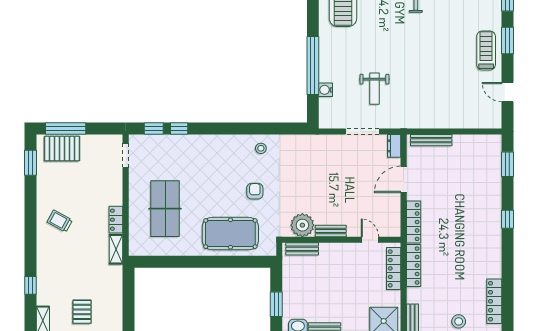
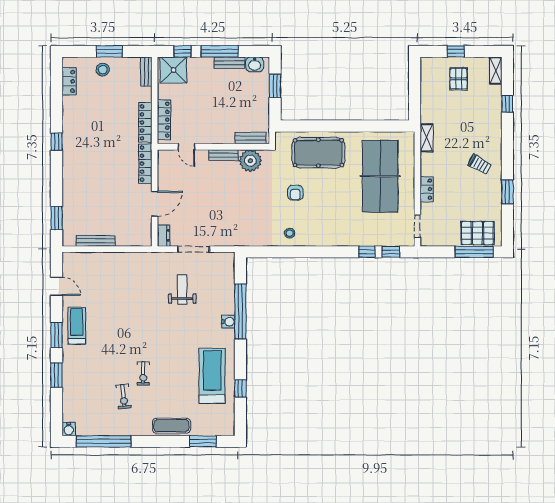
treadmill: (486, 50) -> (77, 326), turned 180
water cooler: (326, 90) -> (228, 322), moved
bench: (431, 140) -> (96, 241), moved
window: (30, 163) -> (507, 192), moved
table tennis table: (165, 209) -> (380, 176), width x1.36, depth x1.32
window: (508, 219) -> (57, 142), moved
locker: (116, 220) -> (427, 189), moved
locker: (494, 301) -> (69, 81), width x0.66

